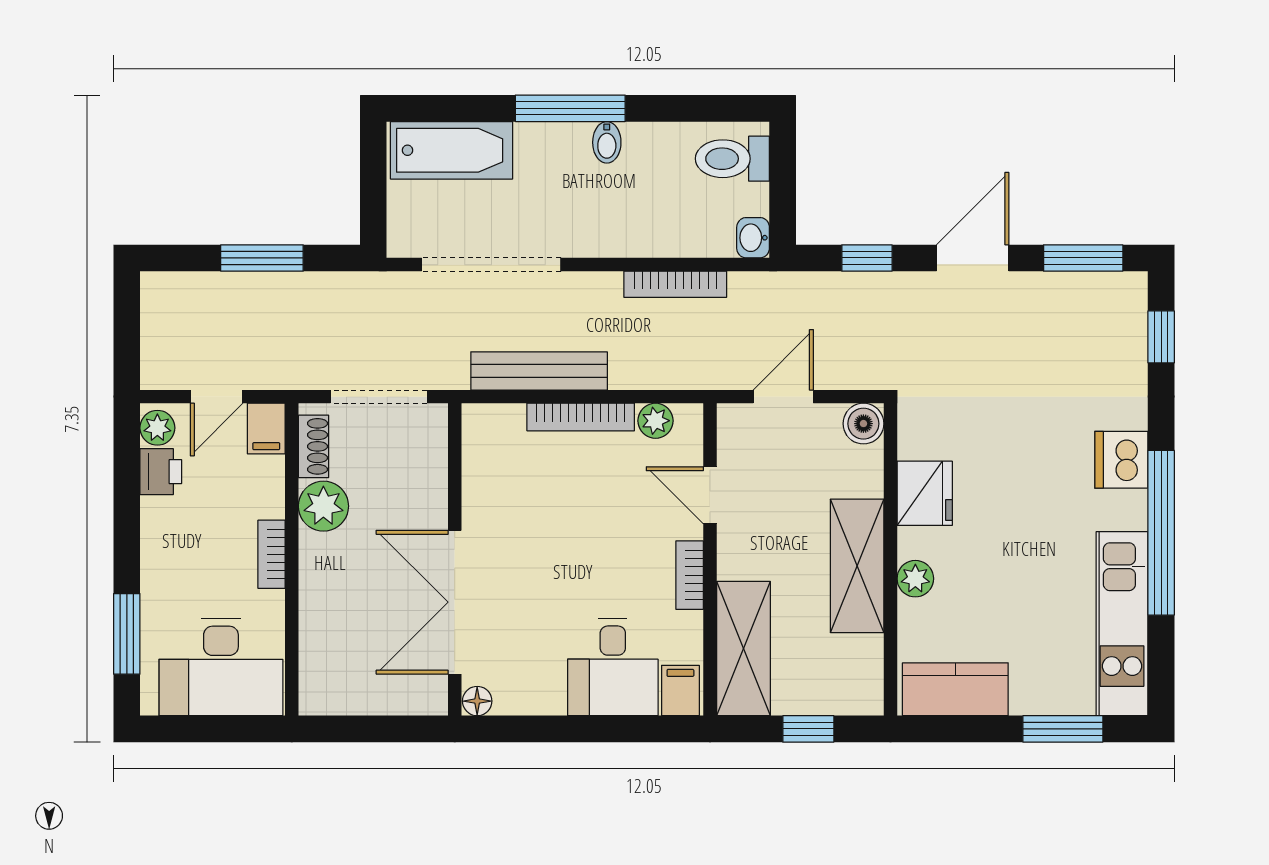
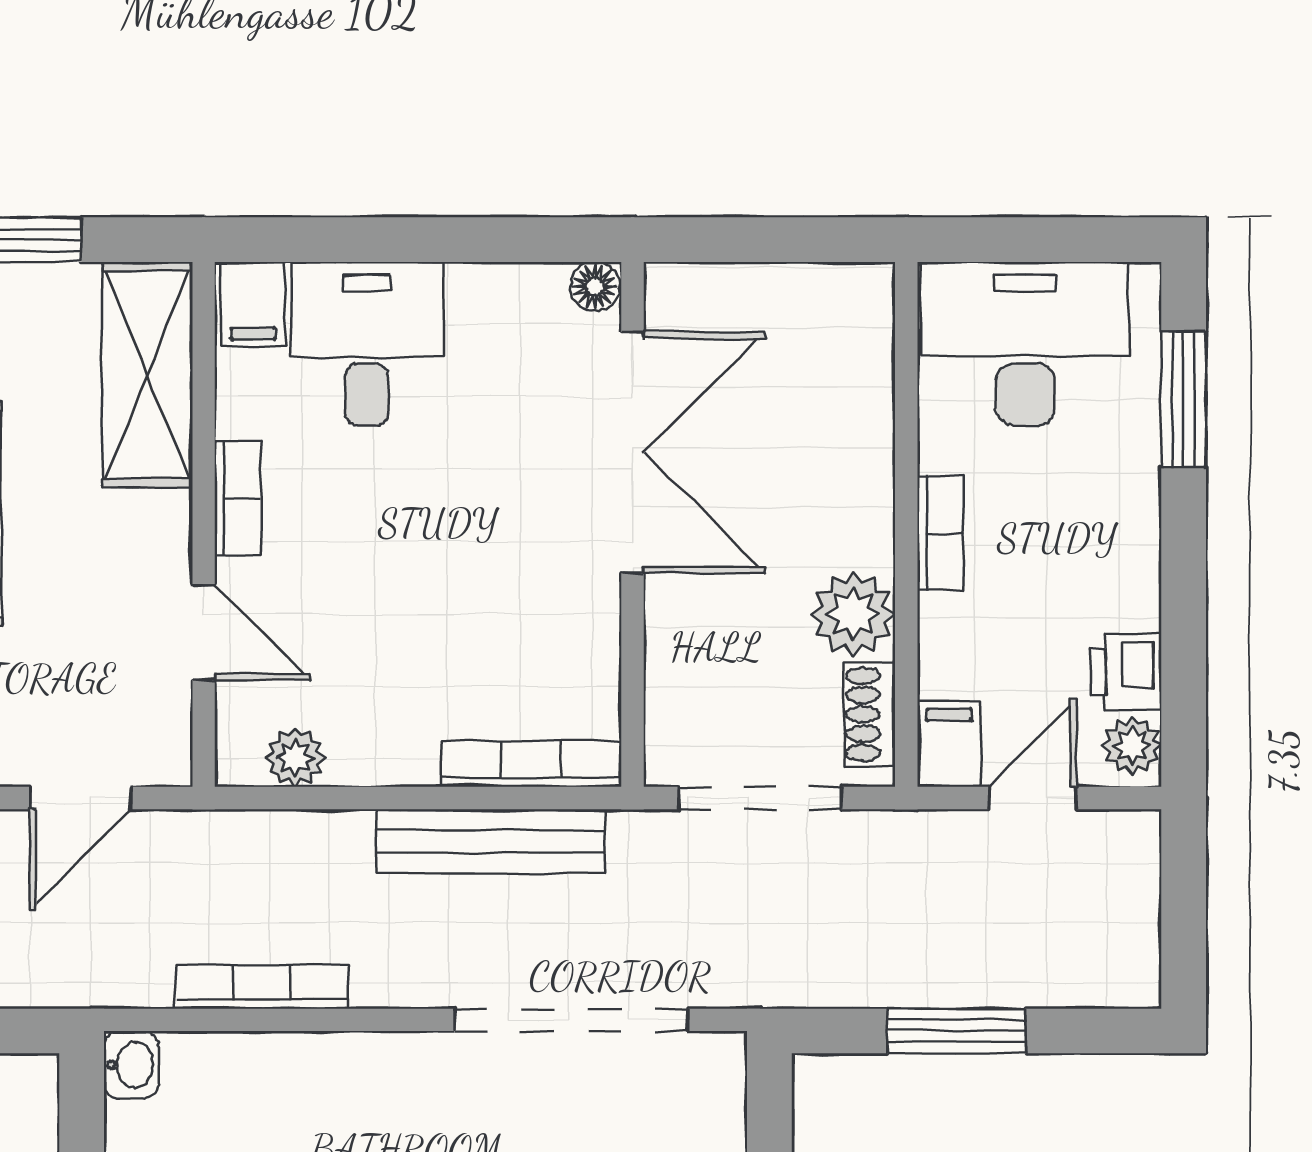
bookcase: (581, 417) -> (531, 764), moved

